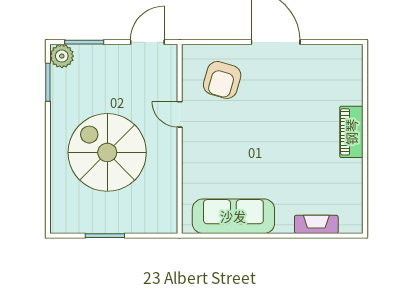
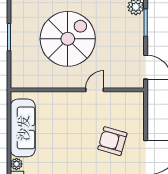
armchair: (222, 80) -> (112, 141), moved
plant: (285, 225) -> (16, 164), added

